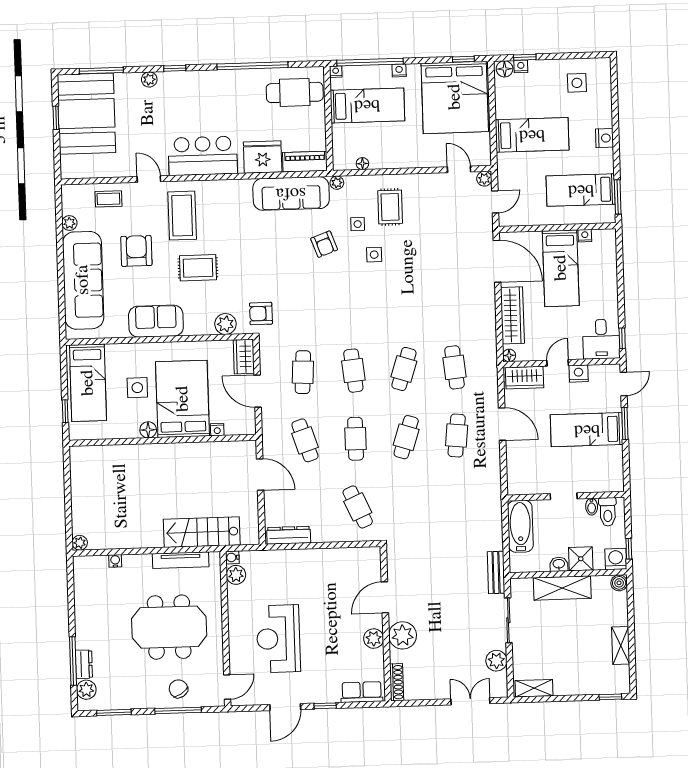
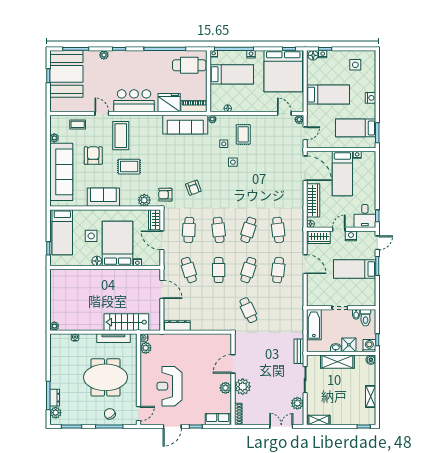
armchair: (324, 244) -> (193, 188), moved
cafe table: (358, 507) -> (248, 310), moved

